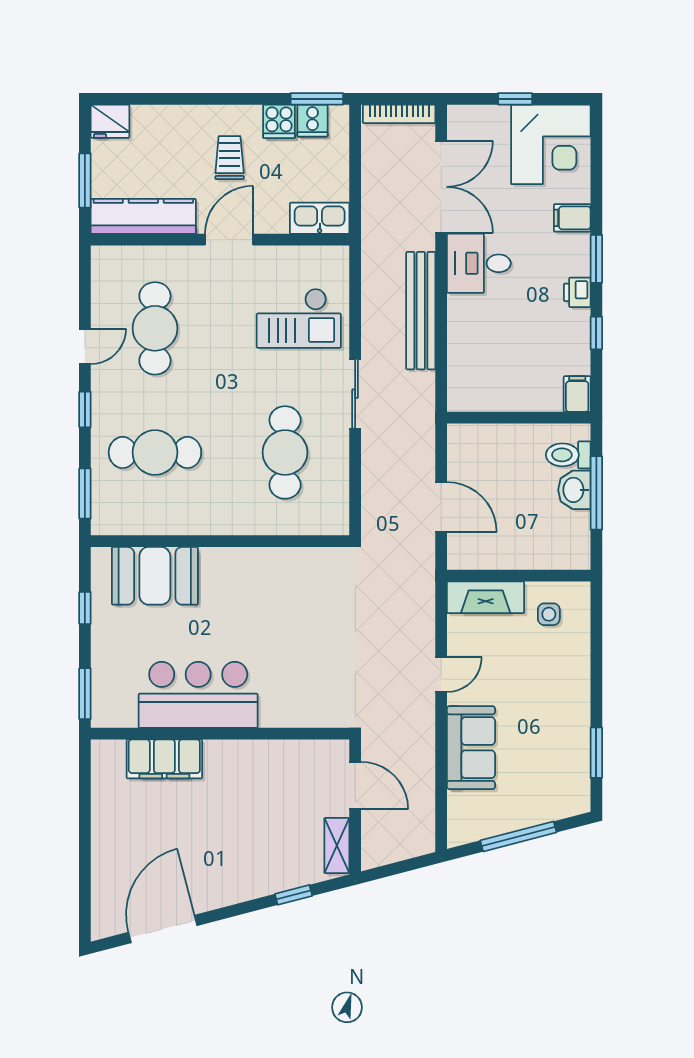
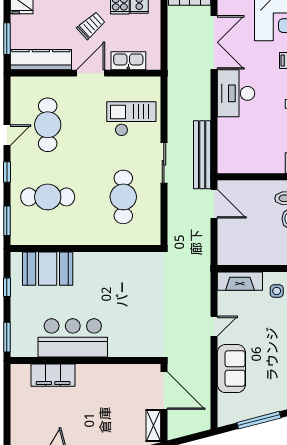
trolley: (230, 158) -> (91, 26), turned 48
kitchen sink: (320, 218) -> (128, 61), moved
desk: (479, 263) -> (236, 93), width x1.37
bench: (421, 311) -> (202, 155), moved
checkout: (299, 318) -> (131, 119), turned 180
door: (441, 507) -> (214, 204), moved
door: (355, 785) -> (164, 391), width x1.36

